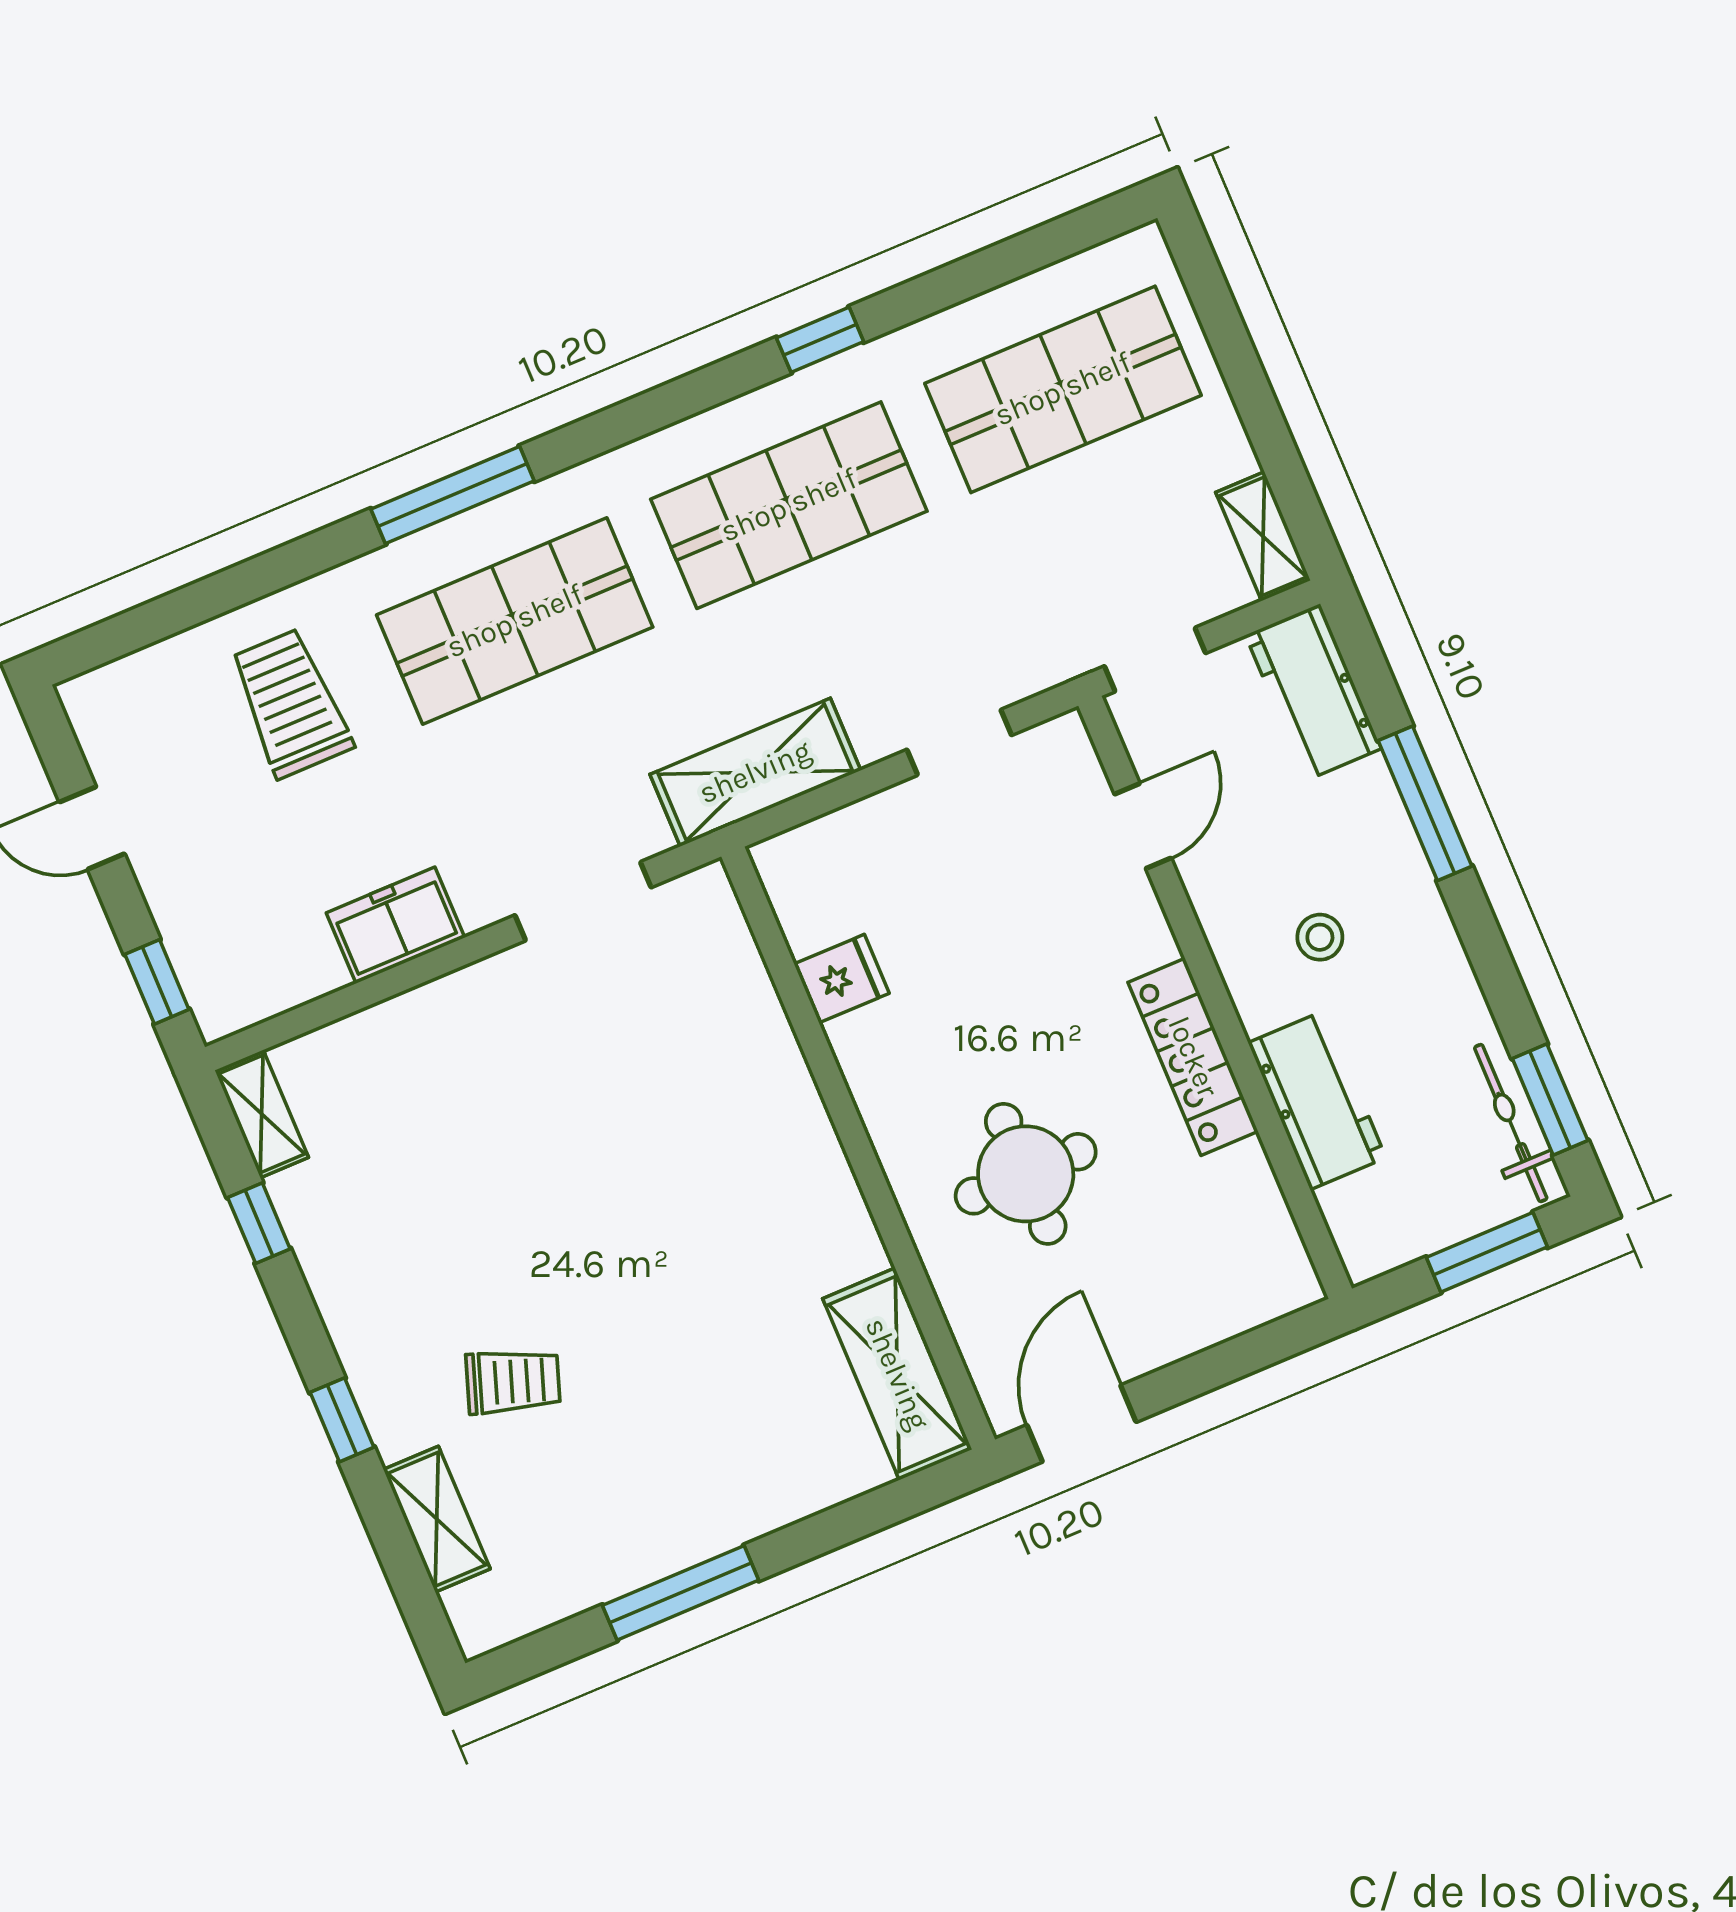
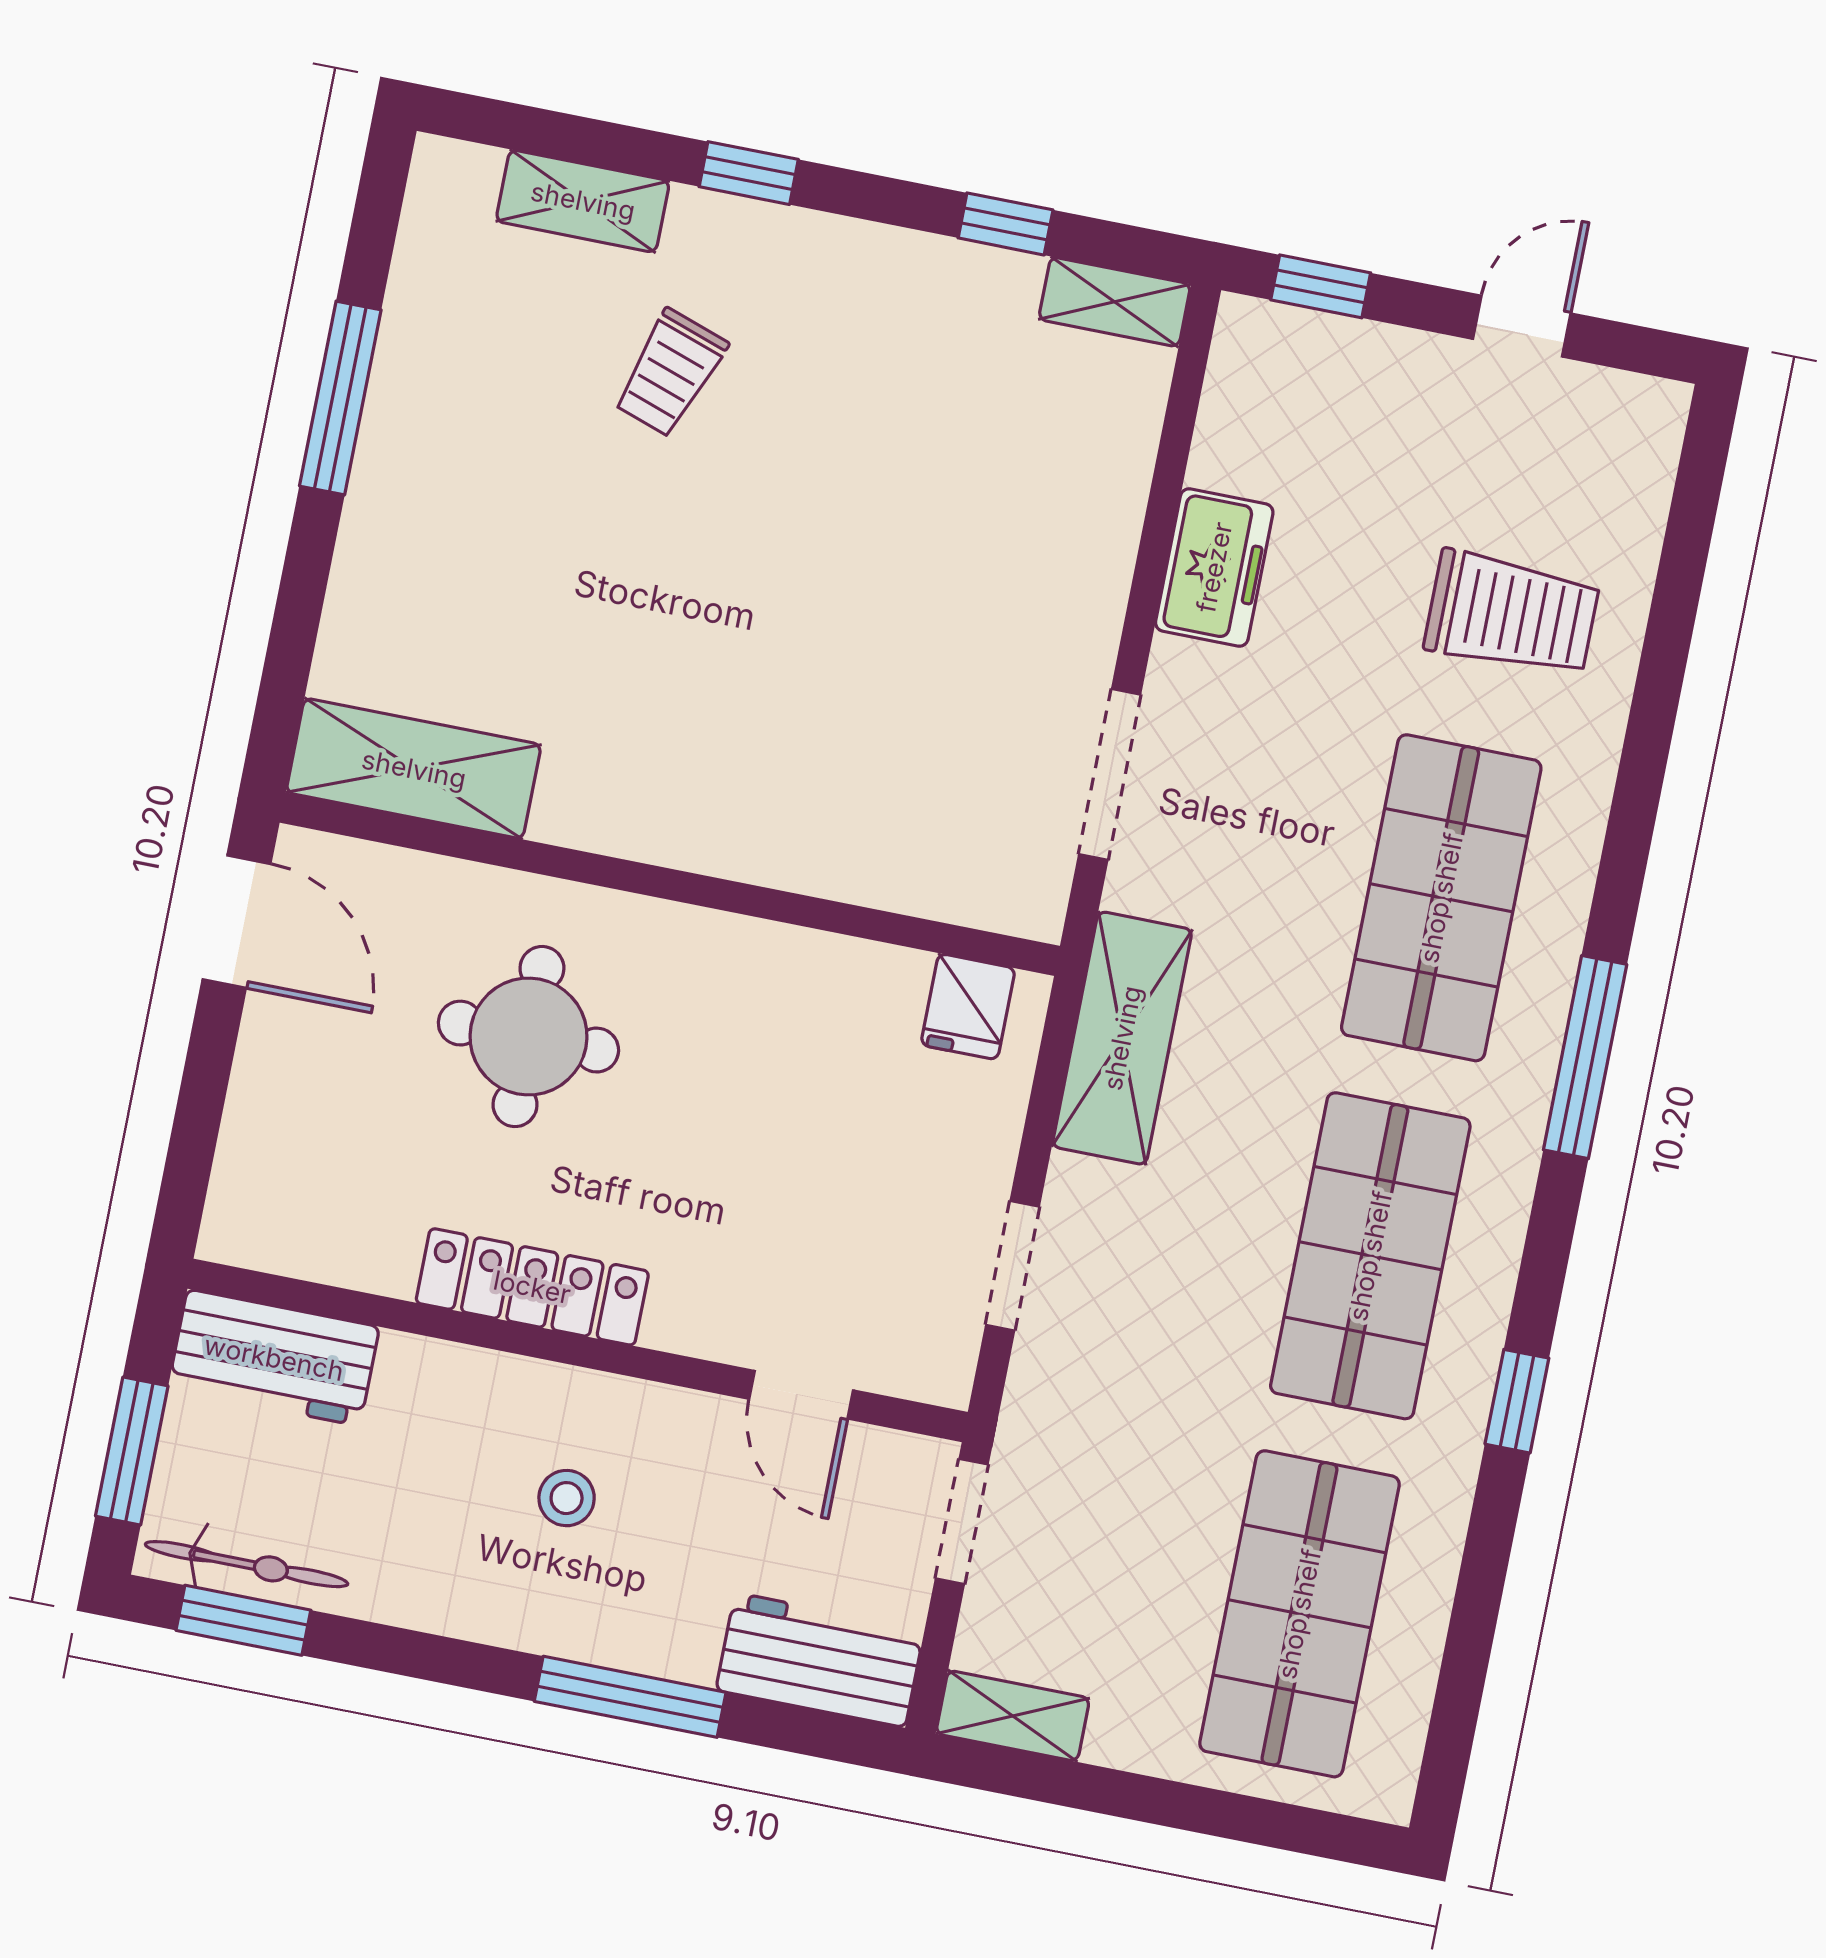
window: (452, 495) -> (1585, 1057), moved
fridge: (842, 979) -> (968, 1007), moved
workbench: (1317, 1100) -> (274, 1358), moved

